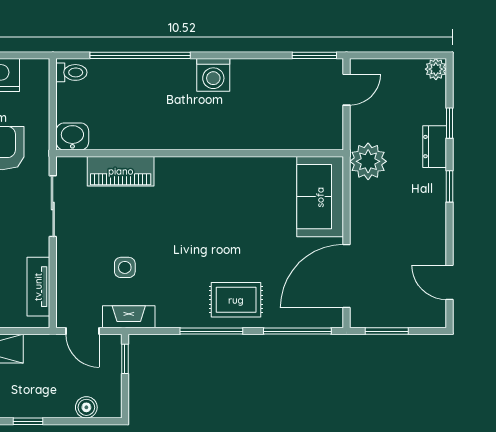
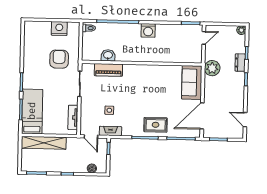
washbasin: (72, 136) -> (108, 55), moved

